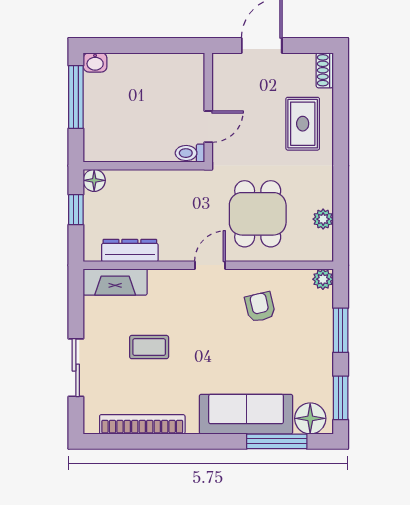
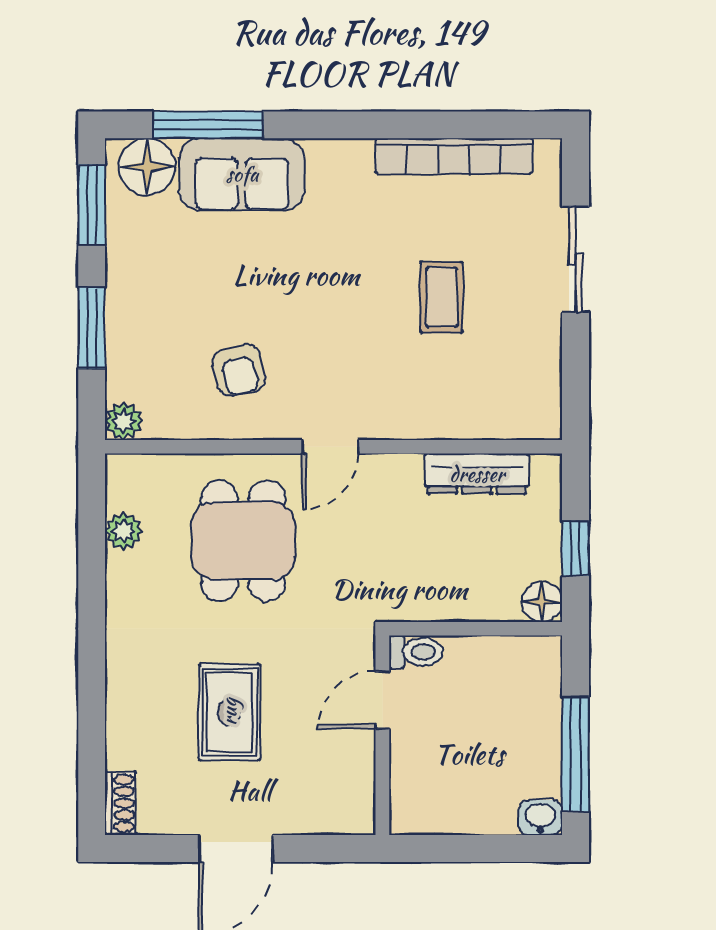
wall: (208, 107) -> (382, 735), moved
rug: (303, 124) -> (229, 712), moved
door: (208, 127) -> (382, 700), moved
toilet: (190, 153) -> (416, 652), moved
fireplace: (115, 282) -> (504, 416), removed
coffee table: (149, 347) -> (442, 297), turned 90
sofa: (246, 414) -> (242, 174), width x0.73

